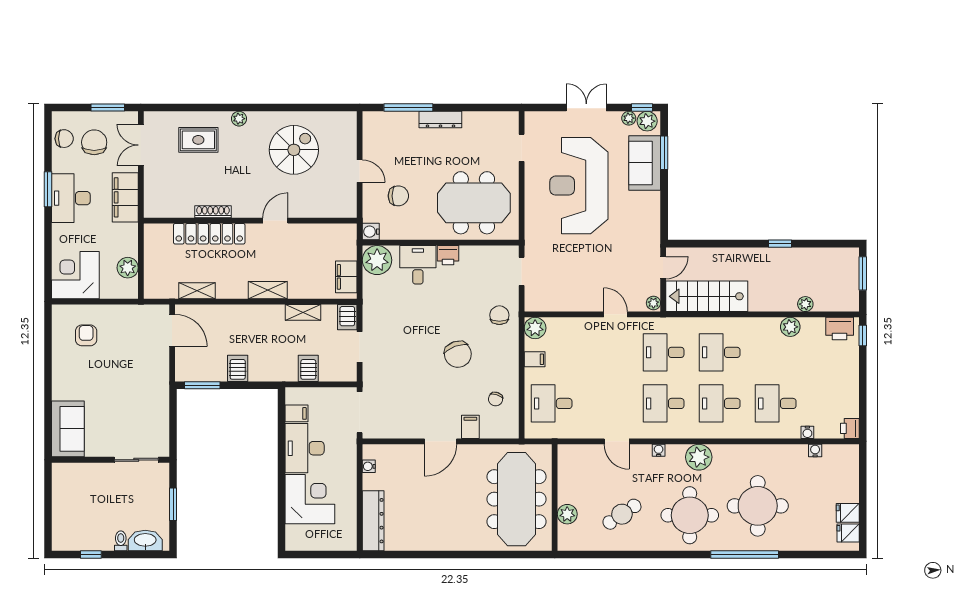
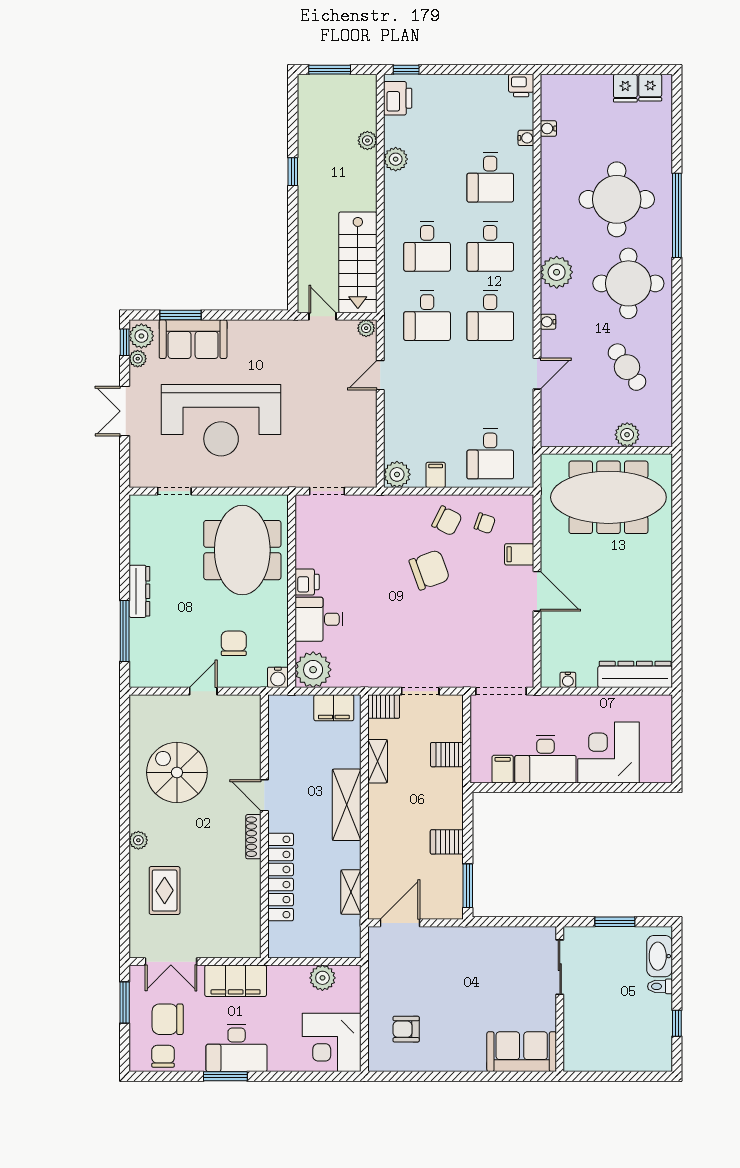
shoe rack: (213, 212) -> (253, 837), moved
shelving: (268, 290) -> (347, 805), width x1.50, depth x1.33
chair: (499, 315) -> (447, 521), moved, turned -153

